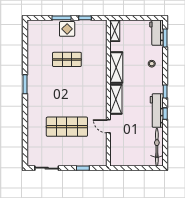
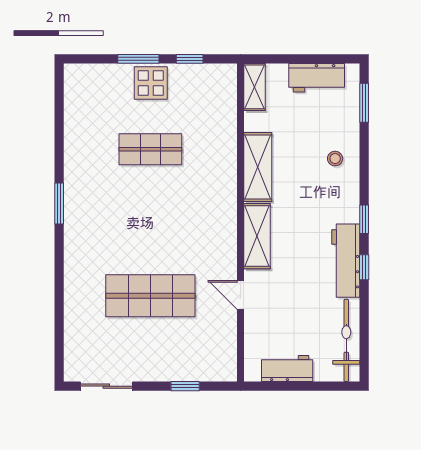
workbench: (156, 33) -> (317, 78), moved, turned -90
workbench: (130, 160) -> (287, 369), added

